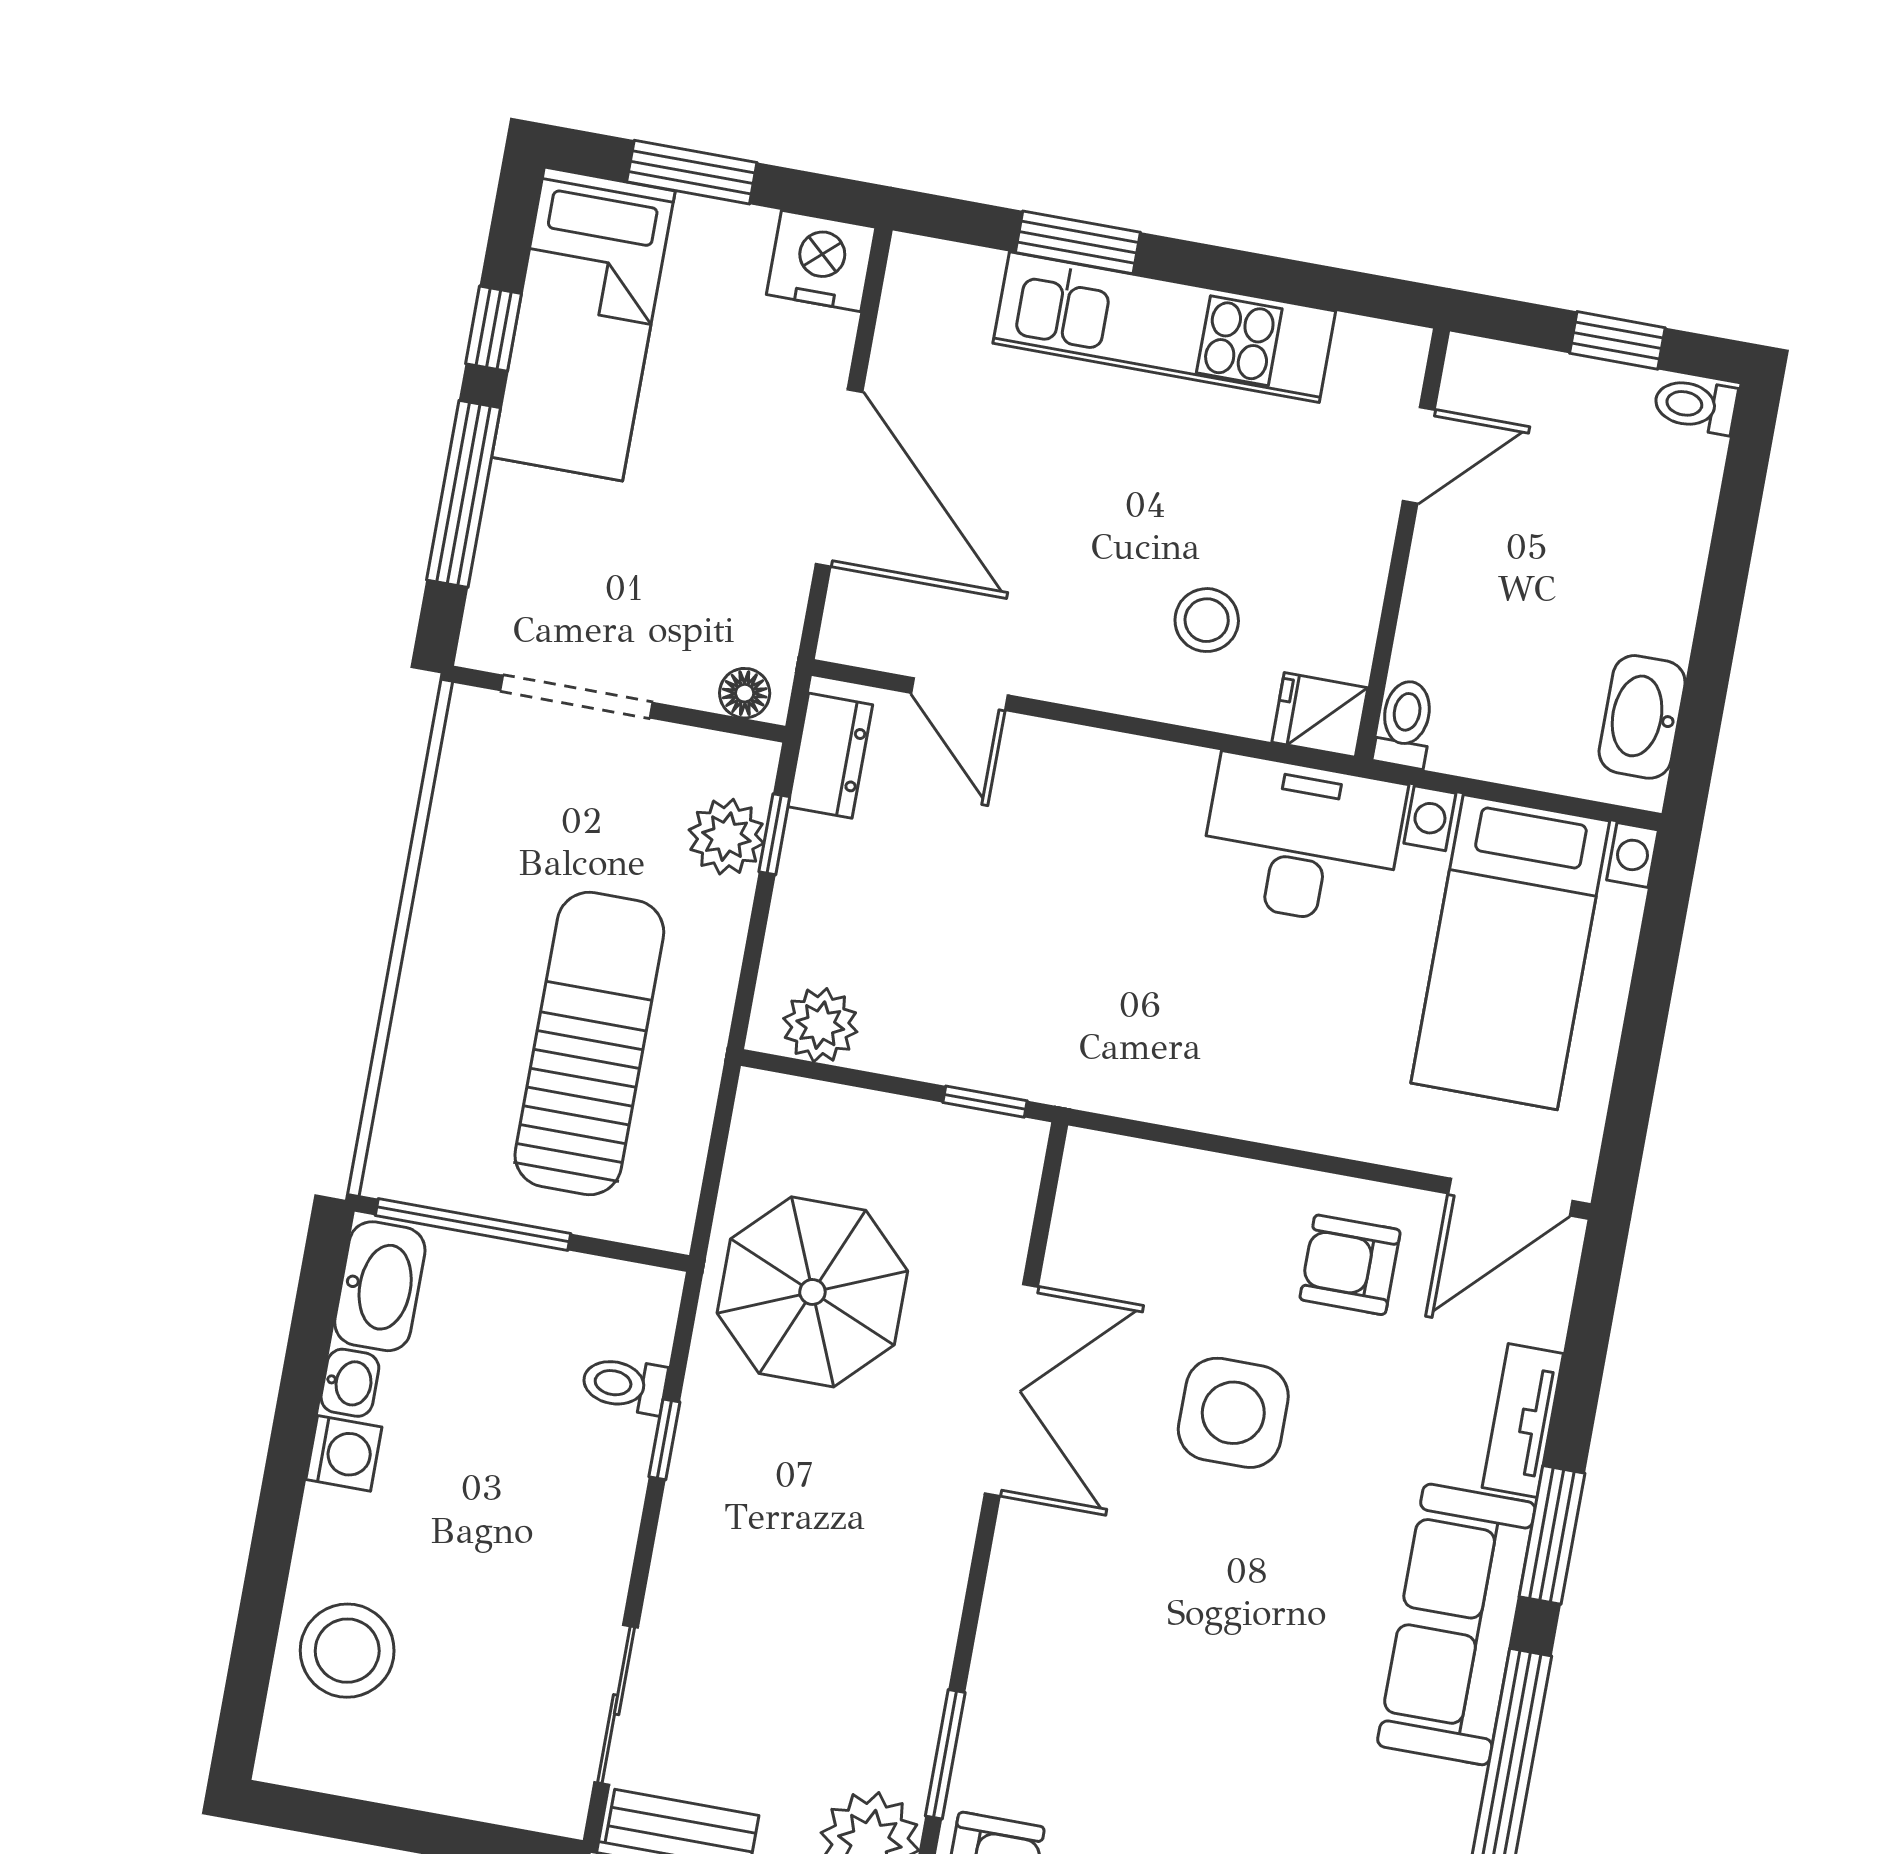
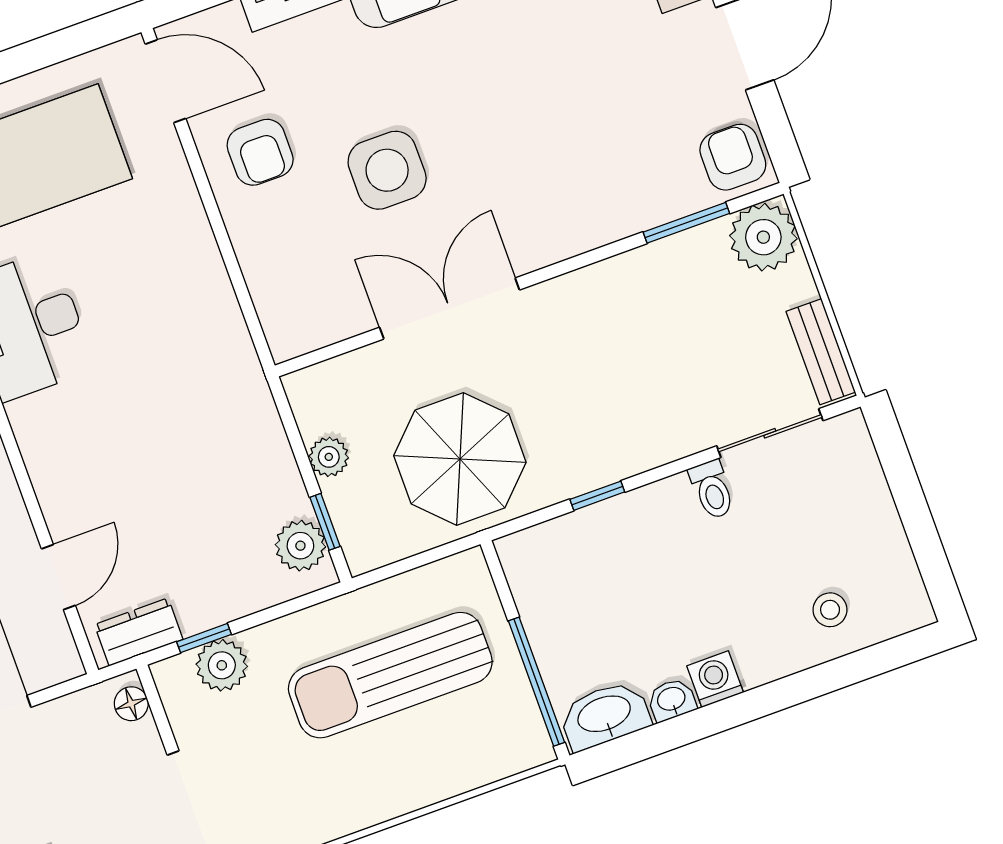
window: (985, 1102) -> (325, 522), moved
plant: (912, 1127) -> (329, 457), added
toilet: (624, 1385) -> (712, 490), moved
stool: (347, 1651) -> (830, 610), width x0.53, depth x0.53

